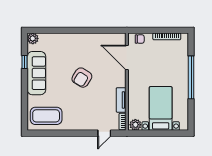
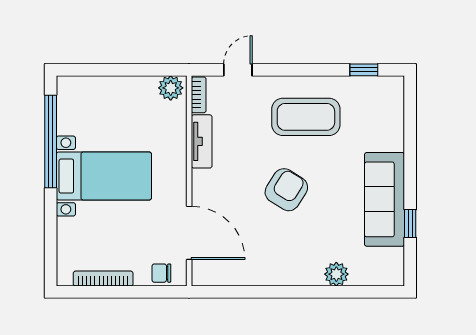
plant: (33, 38) -> (336, 274), moved
window: (191, 77) -> (51, 142), moved
bed with nightstands: (161, 108) -> (104, 176), moved, turned -90
coffee table: (46, 116) -> (306, 117), moved
window: (46, 133) -> (364, 70), added

